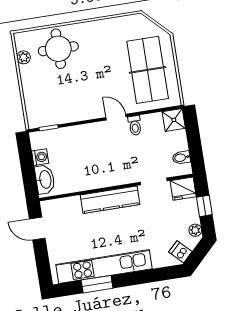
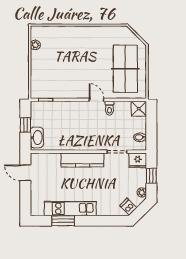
round table: (58, 49) -> (62, 43), removed
washing machine: (40, 157) -> (36, 120), removed
window: (27, 165) -> (25, 125), added
kitchen unit: (104, 267) -> (70, 209), width x0.73

